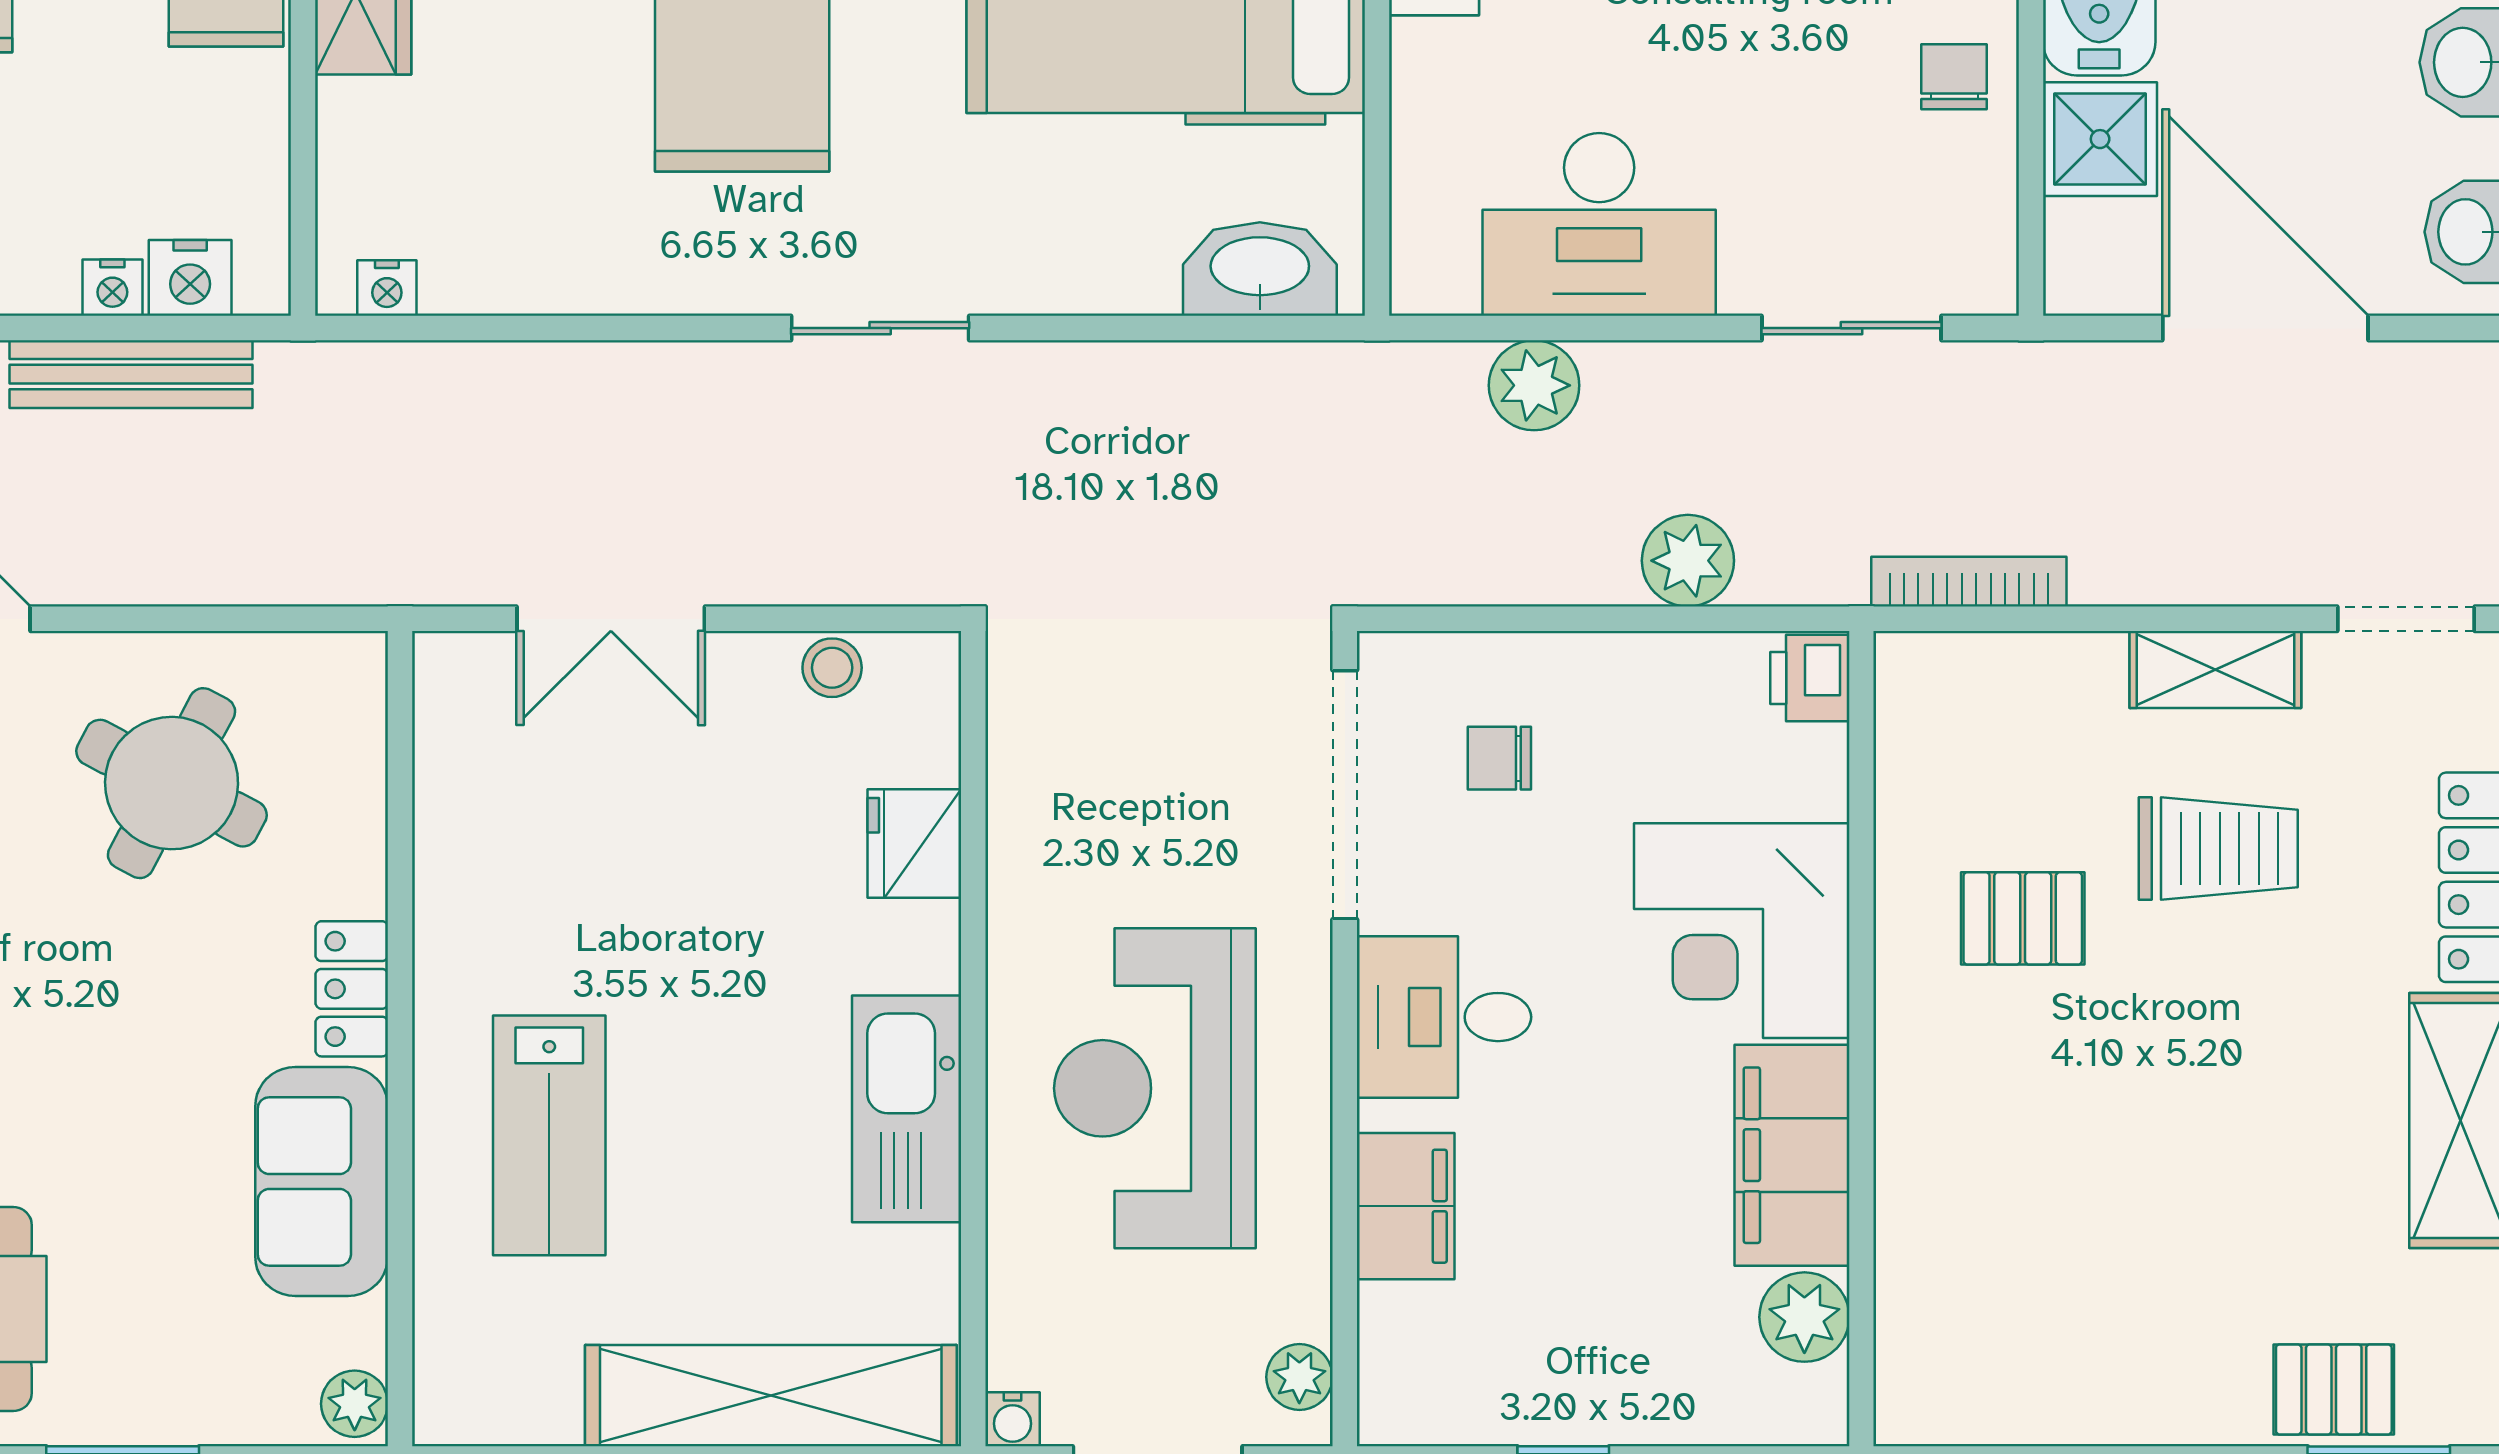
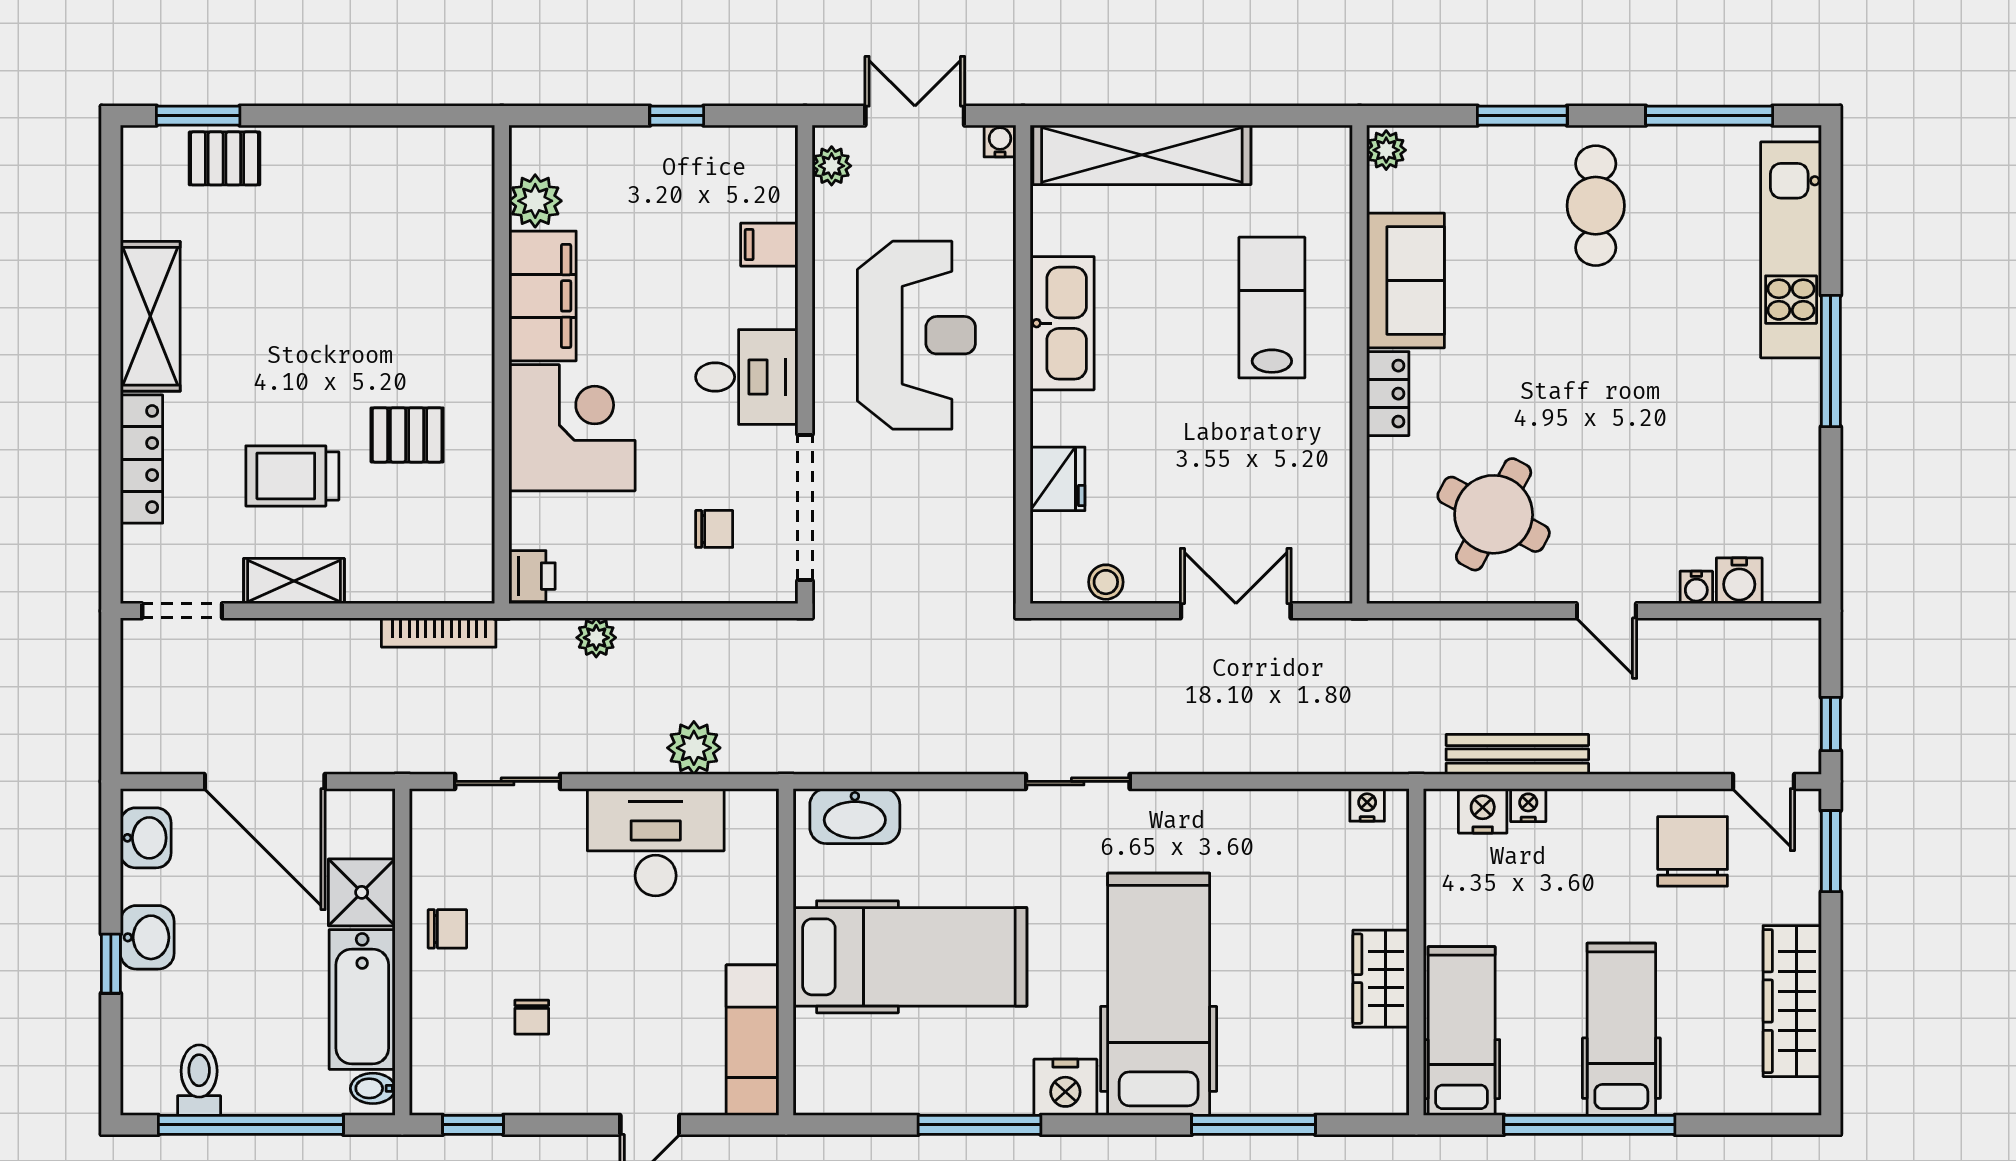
chair: (1954, 77) -> (447, 929), turned -90
plant: (1688, 561) -> (596, 638), width x0.73, depth x0.73
filing cabinet: (1406, 1206) -> (769, 245), width x0.50

